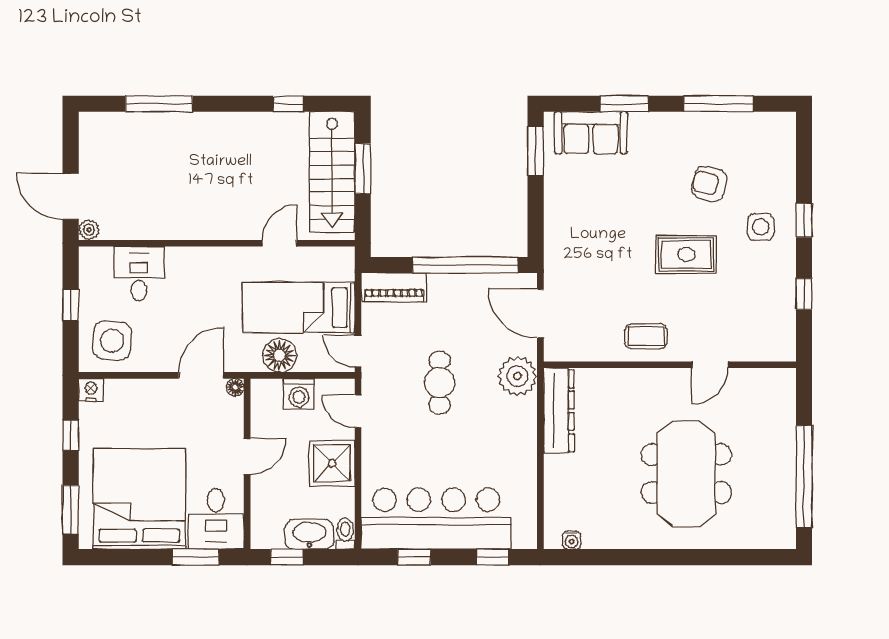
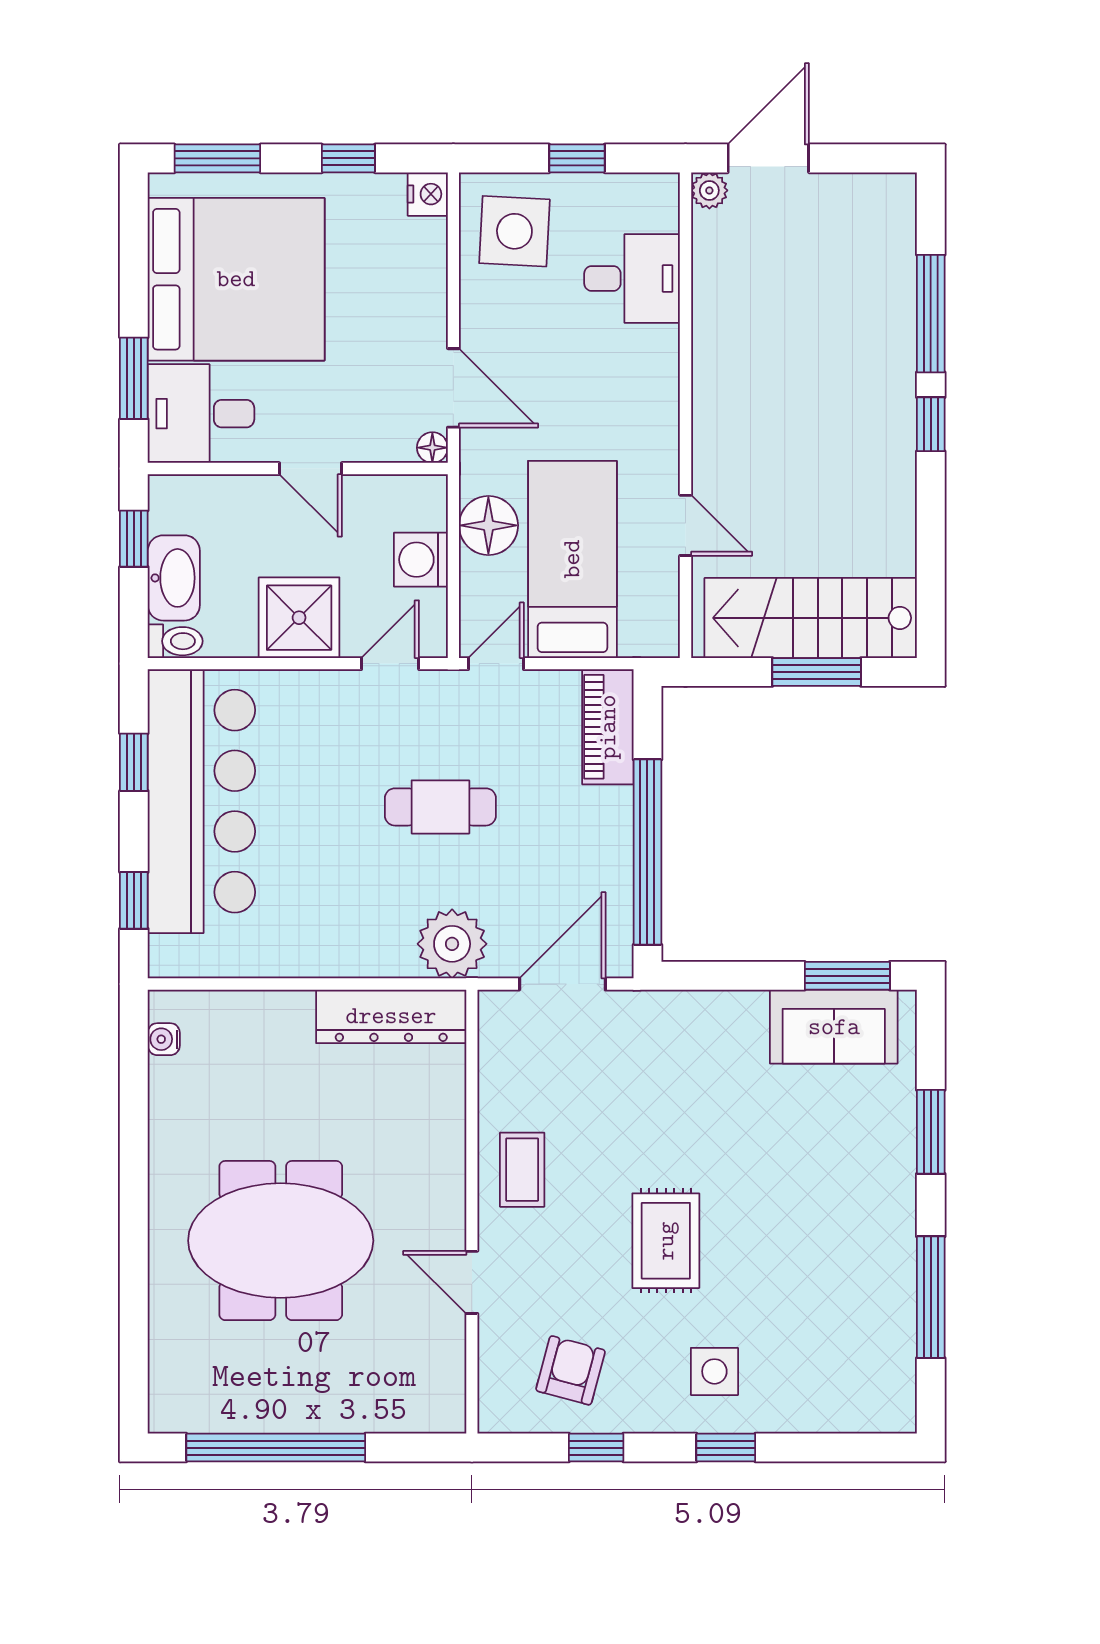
window: (288, 104) -> (931, 424), moved
sofa: (591, 133) -> (834, 1027), moved, turned -90
armchair: (709, 184) -> (571, 1370), moved

